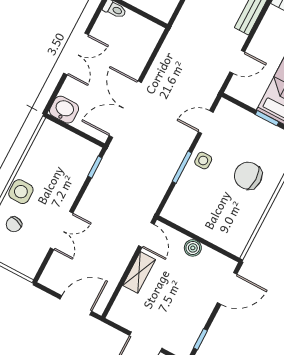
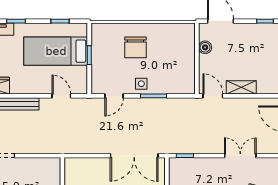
door: (206, 122) -> (114, 96), hinge flipped
door: (146, 235) -> (213, 96), hinge flipped
boiler: (193, 248) -> (205, 47), moved

